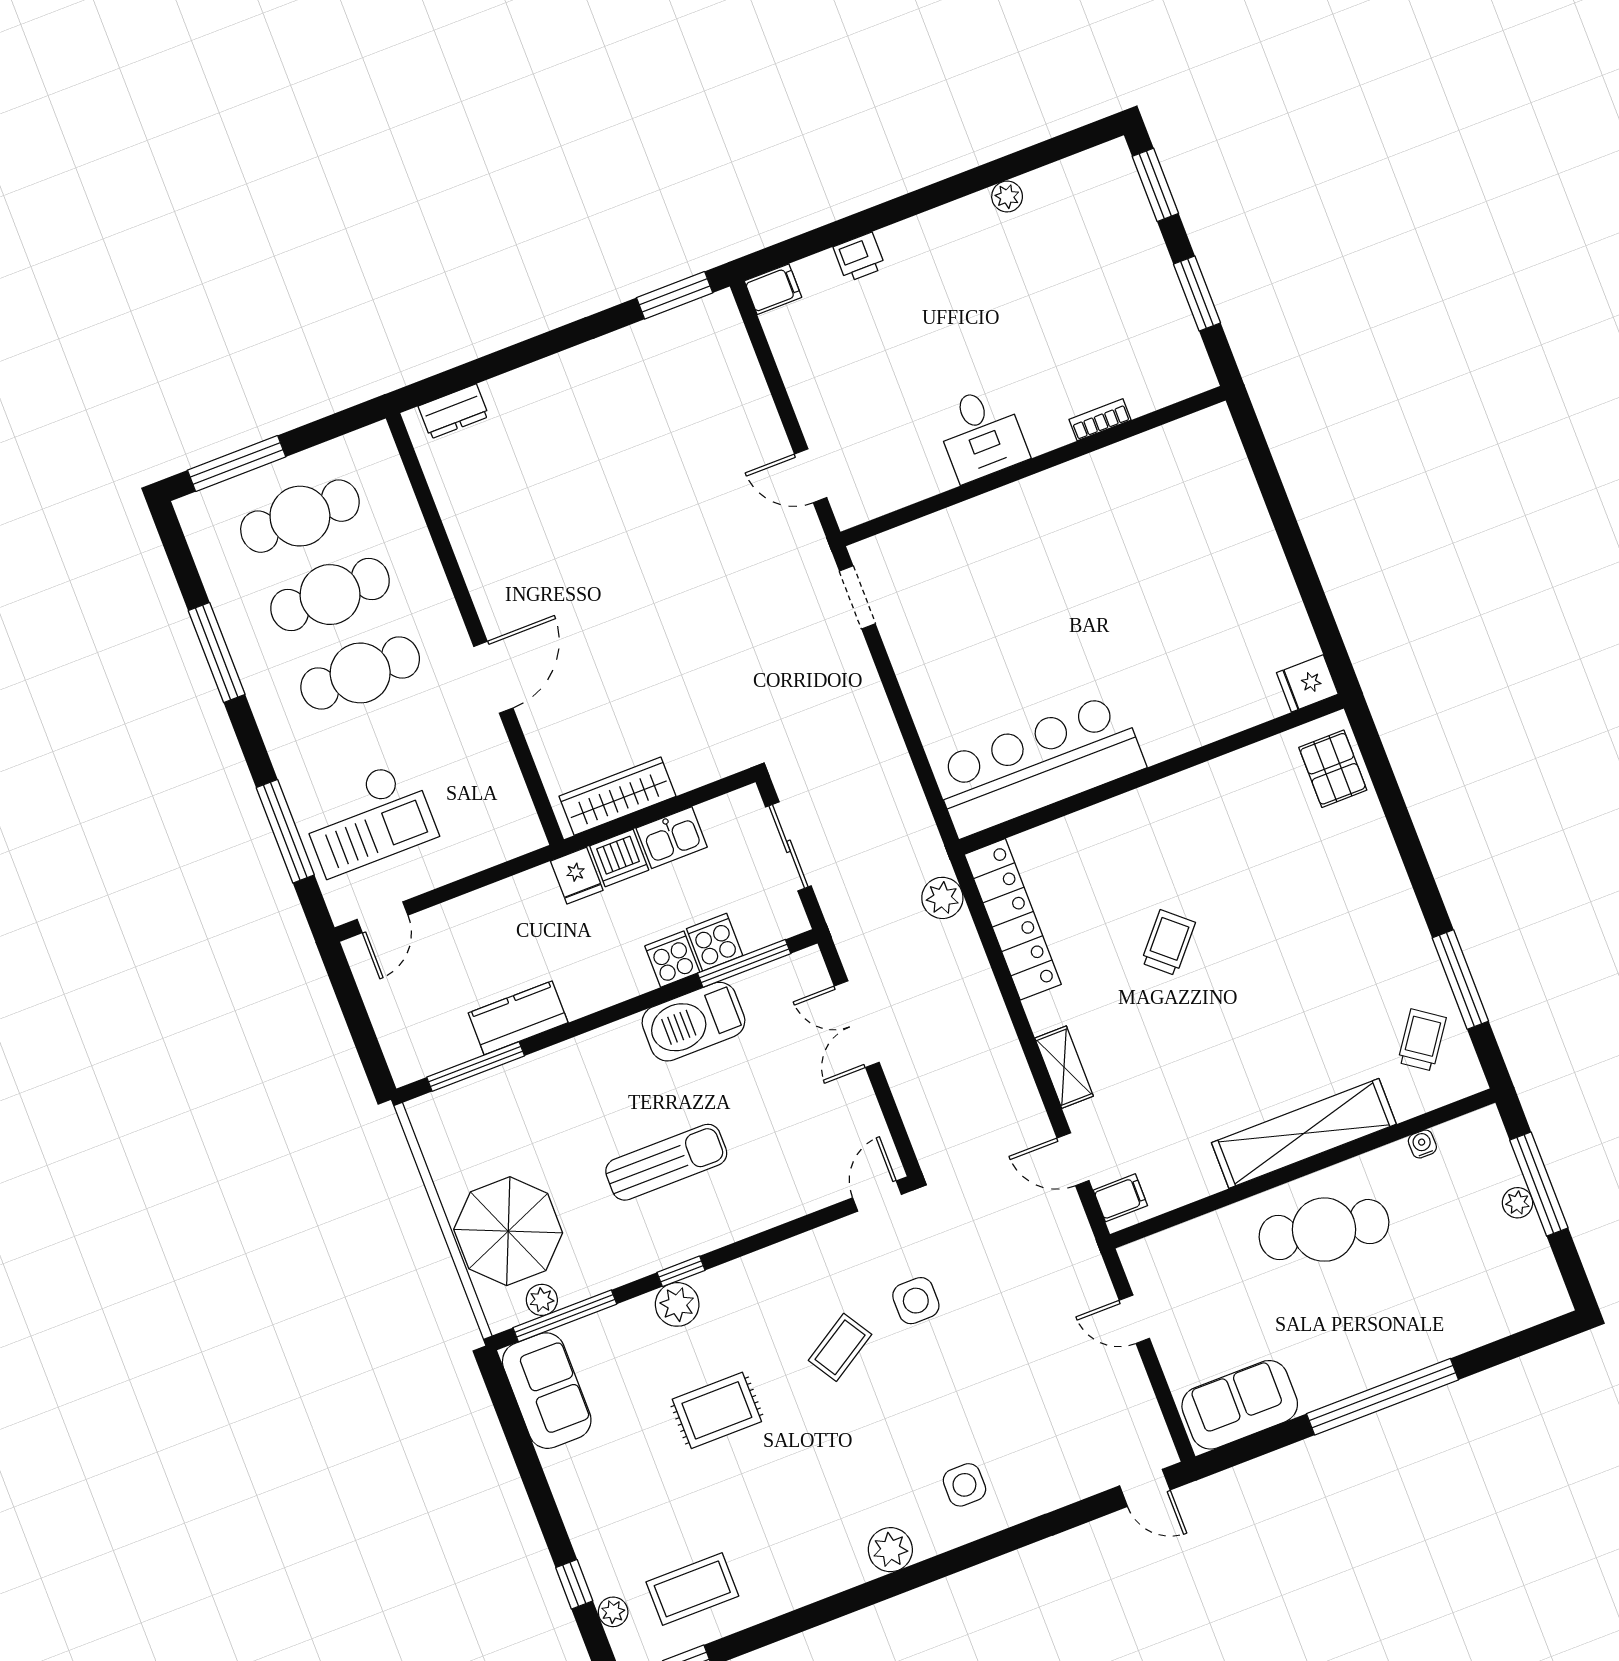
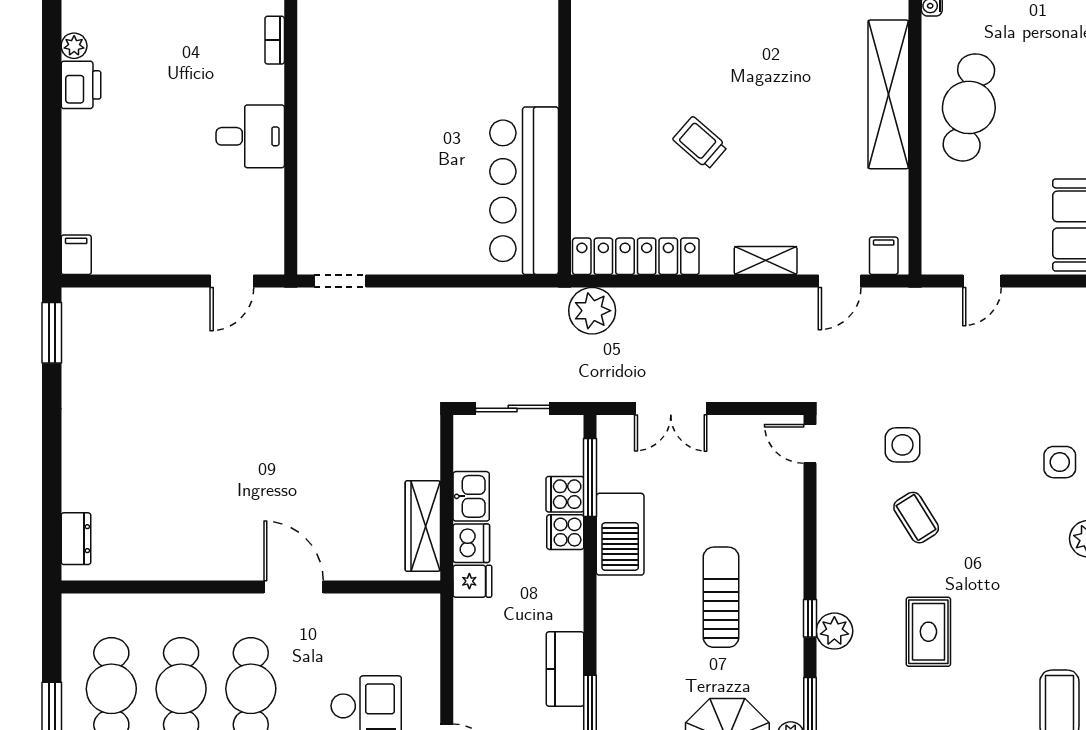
printer: (859, 257) -> (81, 85), moved, width x1.36, depth x1.24
plant: (942, 898) -> (592, 311), width x1.36, depth x1.36

